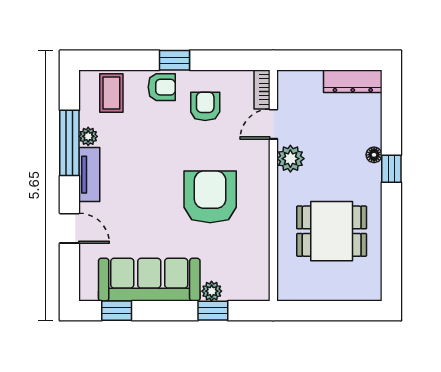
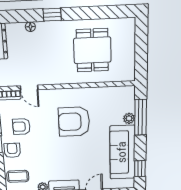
floor lamp: (374, 155) -> (30, 27), moved
plant: (290, 159) -> (49, 77), removed
window: (213, 311) -> (140, 117), width x2.17

